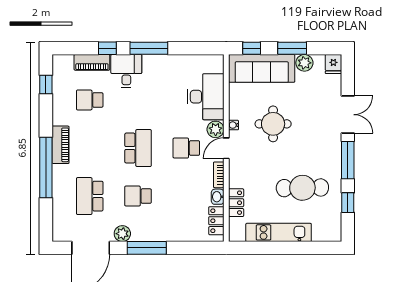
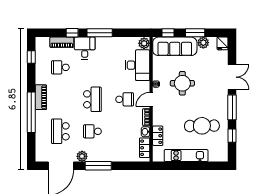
plant: (216, 129) -> (144, 43), moved
school desk: (186, 148) -> (125, 99), turned 180

